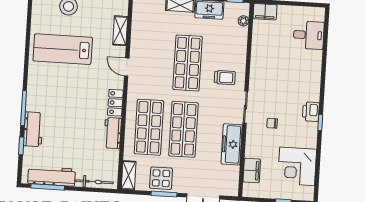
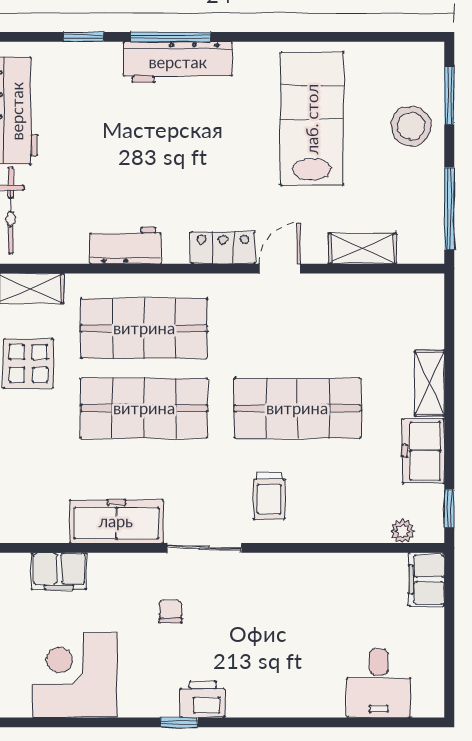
locker: (115, 103) -> (223, 248), moved
workbench: (33, 129) -> (178, 62), moved, width x1.38

